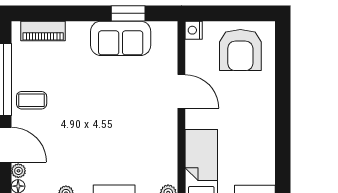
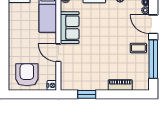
piano: (43, 31) -> (120, 85), moved
sofa: (121, 38) -> (70, 28), moved, turned 90

